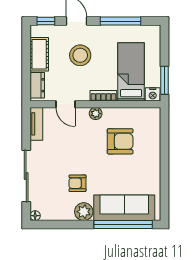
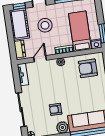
cot: (39, 54) -> (19, 24), width x1.37, depth x1.34
door: (65, 104) -> (40, 59), swing flipped
armchair: (120, 141) -> (88, 68), moved, turned 180

